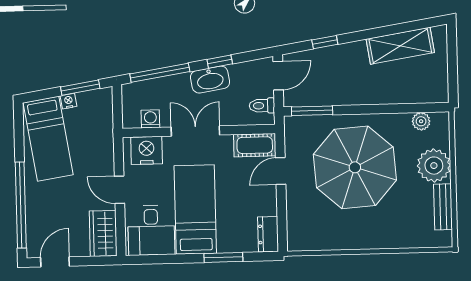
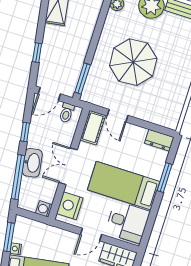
door: (278, 76) -> (49, 94), swing flipped
washbasin: (210, 80) -> (32, 163), moved
washing machine: (150, 119) -> (44, 209), moved
parasol: (355, 167) -> (133, 62), width x0.73, depth x0.73

